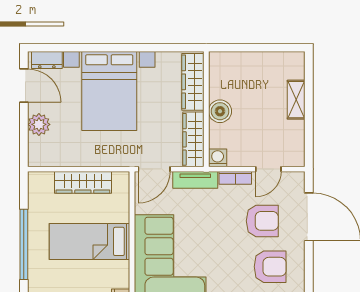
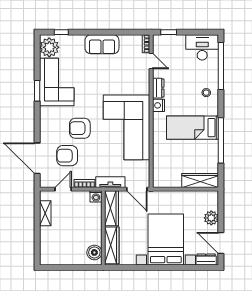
shelving: (296, 100) -> (45, 213), moved
boiler: (220, 111) -> (94, 252), moved
door: (154, 169) -> (137, 189), swing flipped
wardrobe: (83, 182) -> (200, 181), moved
bed: (90, 241) -> (193, 128), moved, turned 180
armchair: (270, 267) -> (80, 128), moved

